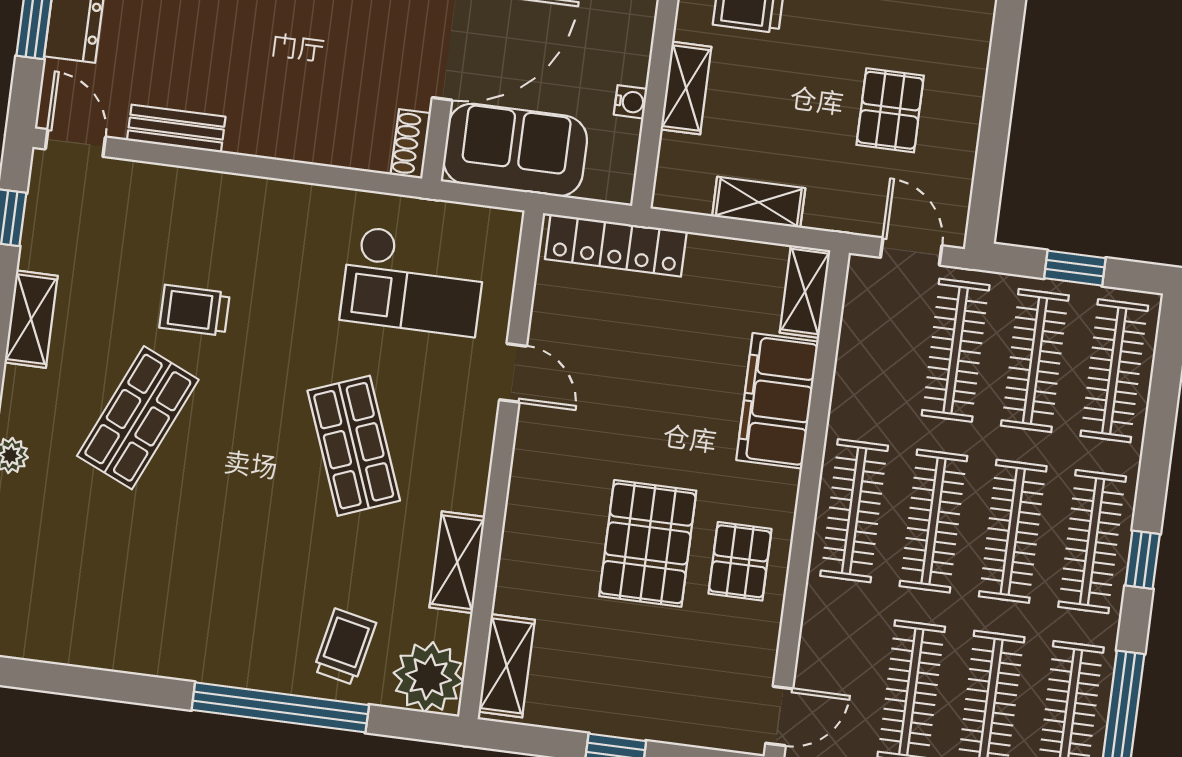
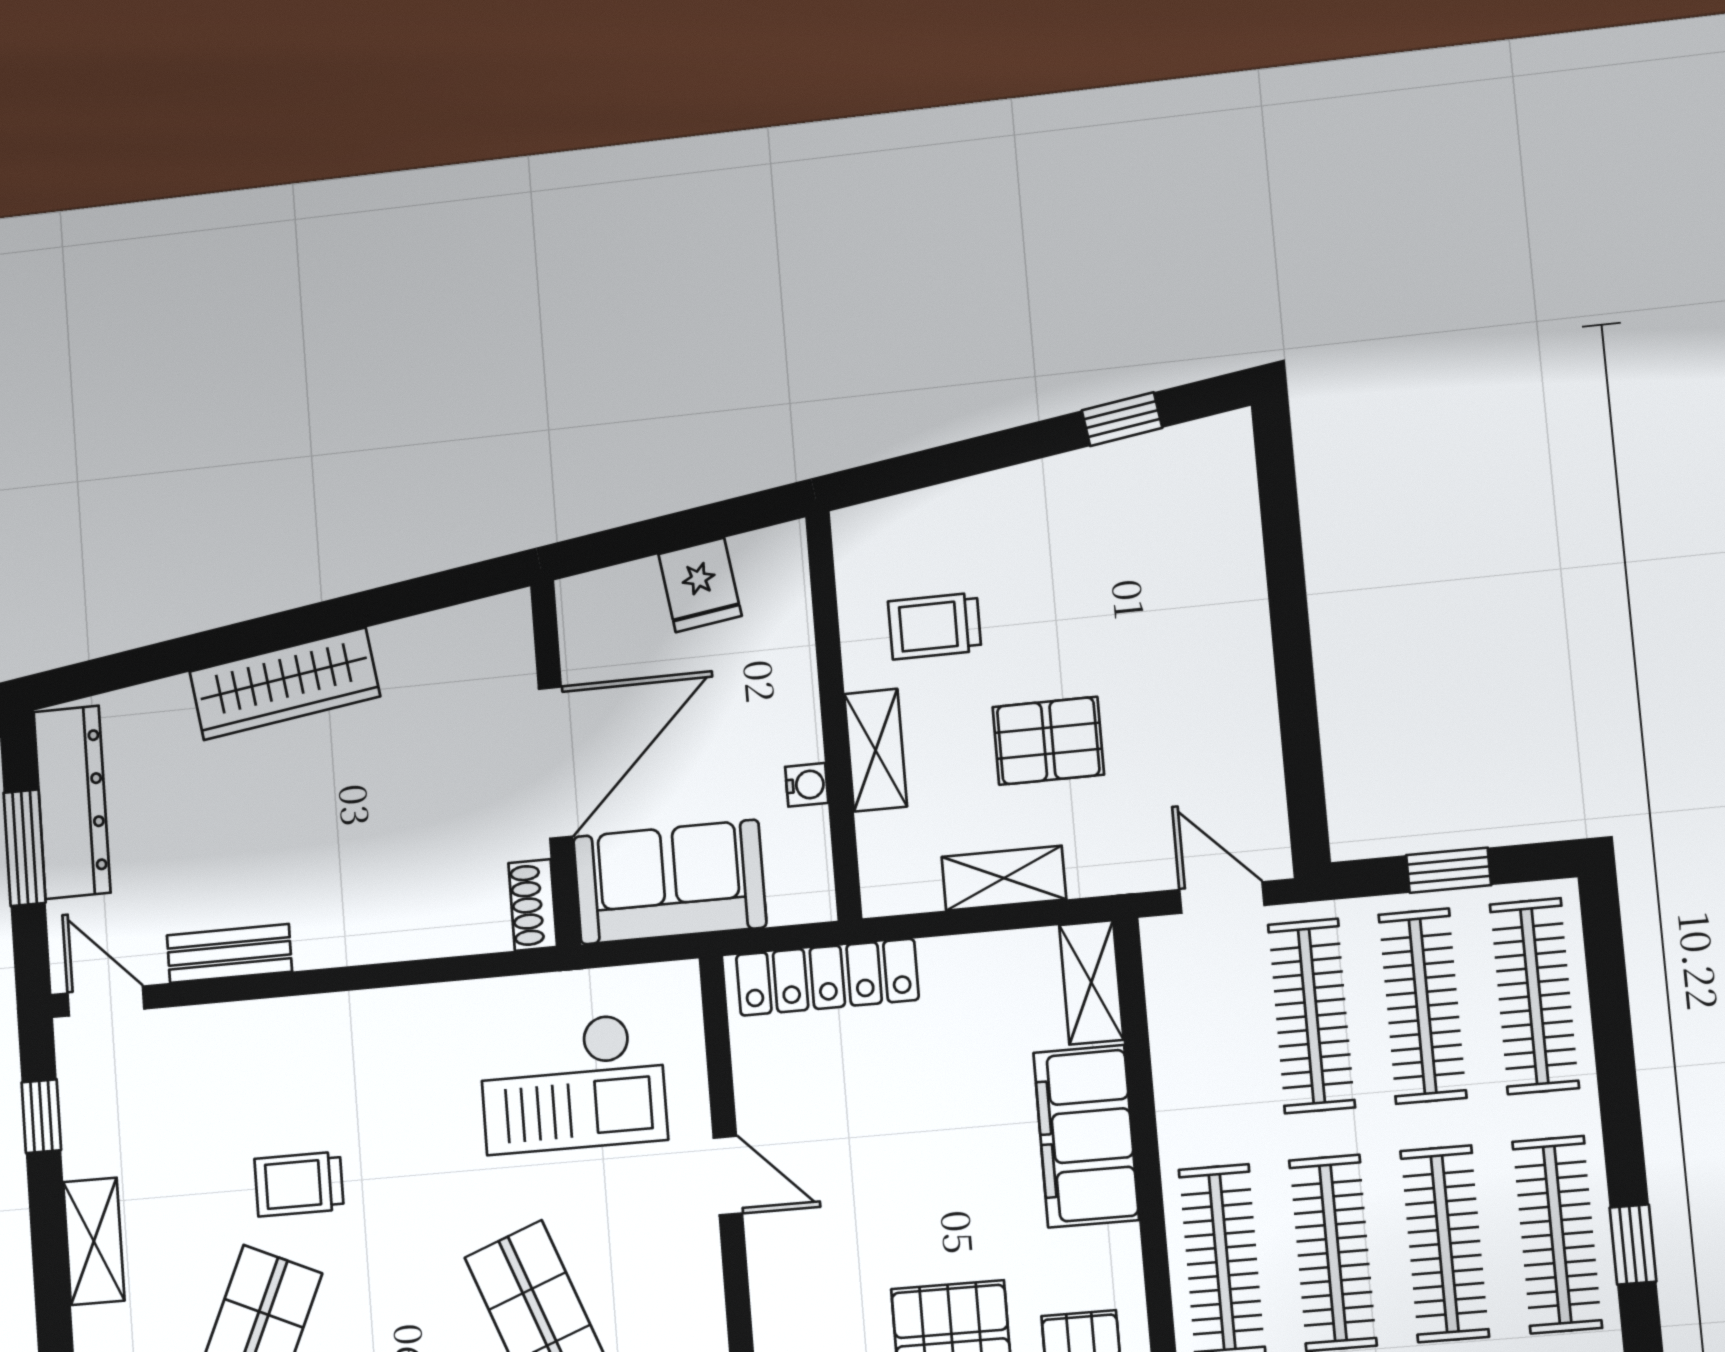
pallet: (890, 110) -> (1048, 741), moved, turned 90

